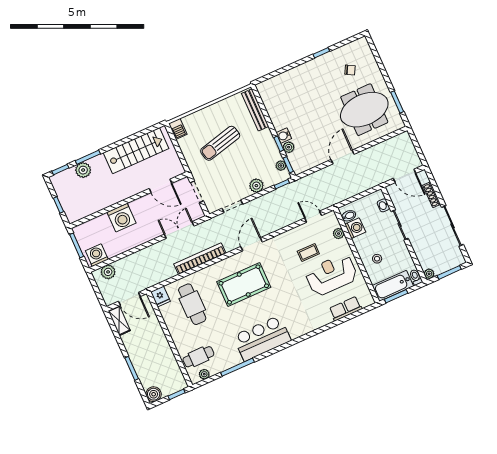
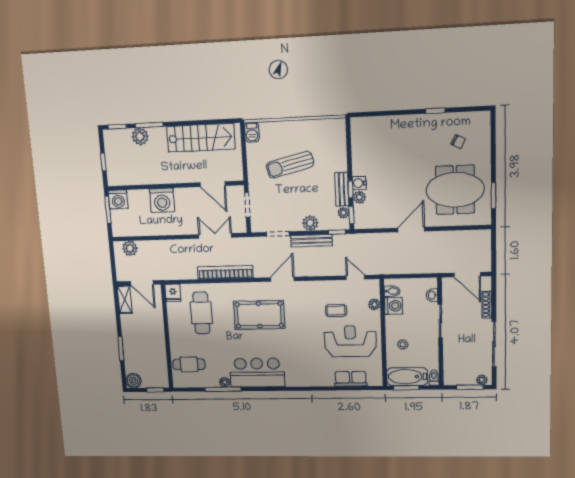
bench: (255, 110) -> (342, 189), moved, width x0.73
bench: (263, 200) -> (311, 241), added
washing machine: (97, 255) -> (118, 200), moved, turned 180
plant: (429, 274) -> (482, 380), moved
plant: (204, 374) -> (225, 382), moved

